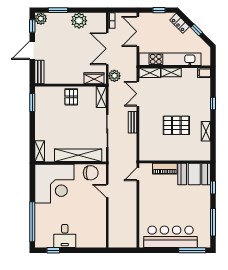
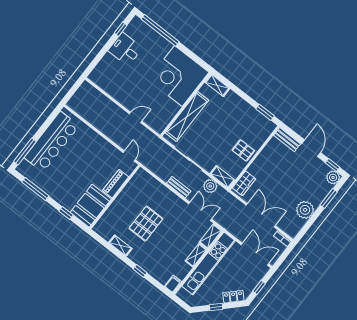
plant: (114, 76) -> (210, 186), moved
chair: (91, 173) -> (163, 115), removed

